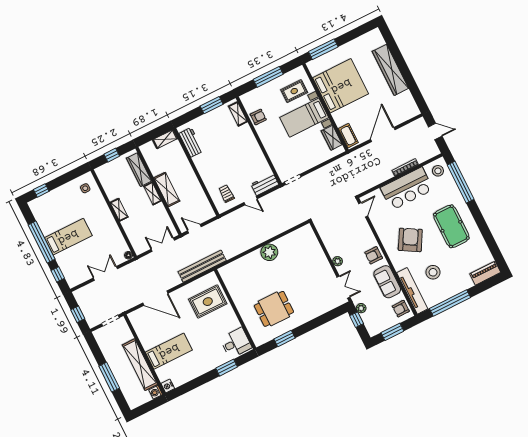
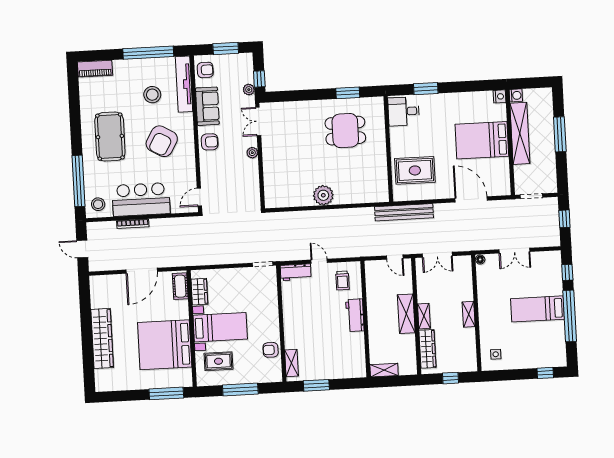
workbench: (191, 142) -> (355, 315), moved
bed: (169, 351) -> (482, 140), width x1.50

